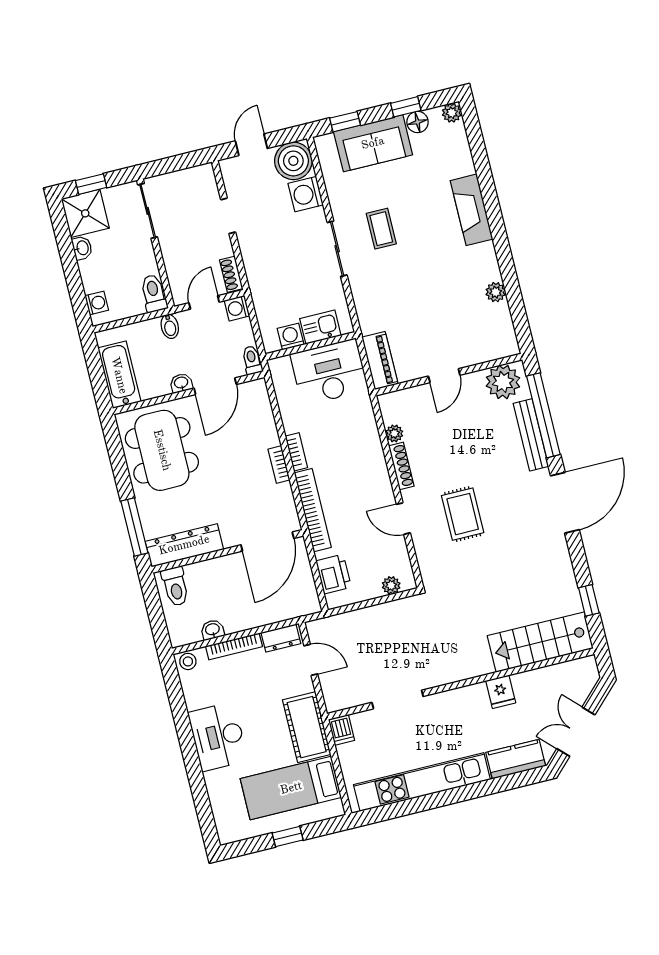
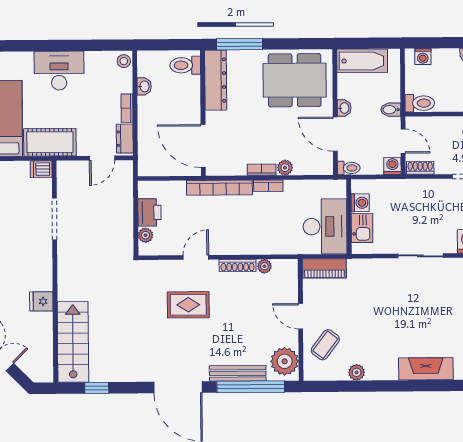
coffee table: (381, 229) -> (325, 345), moved, turned -53
plant: (270, 437) -> (285, 168), added
printer: (334, 574) -> (149, 212), moved, turned -90
bookcase: (234, 646) -> (127, 108), width x0.64

